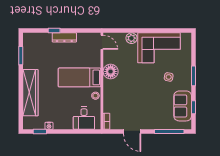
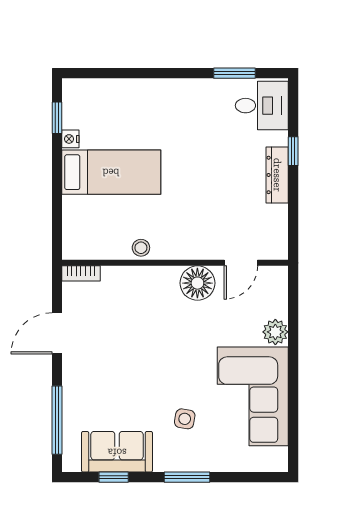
door: (102, 42) -> (241, 263), moved
bed: (80, 77) -> (111, 172), moved, turned 90
wardrobe: (30, 93) -> (148, 96), removed
desk: (84, 118) -> (262, 106), moved, turned 180

